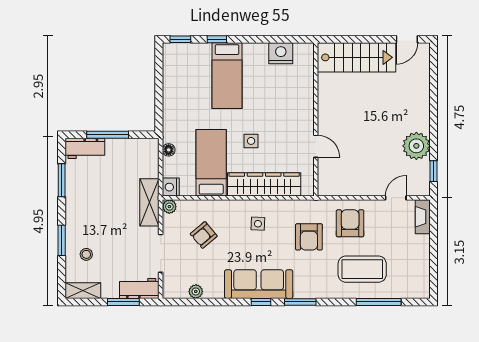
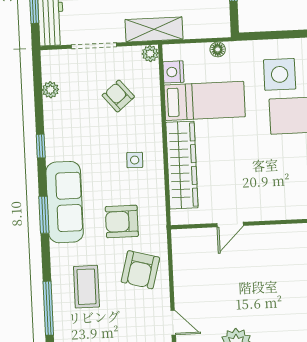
side table: (251, 141) -> (280, 74), moved, width x1.87, depth x1.87
nightstand: (171, 187) -> (173, 72), moved, turned -90
armchair: (350, 223) -> (140, 270), turned 105
coffee table: (362, 269) -> (86, 287), width x0.73, depth x0.76
sofa: (259, 284) -> (65, 202), moved
window: (261, 302) -> (41, 146), moved

